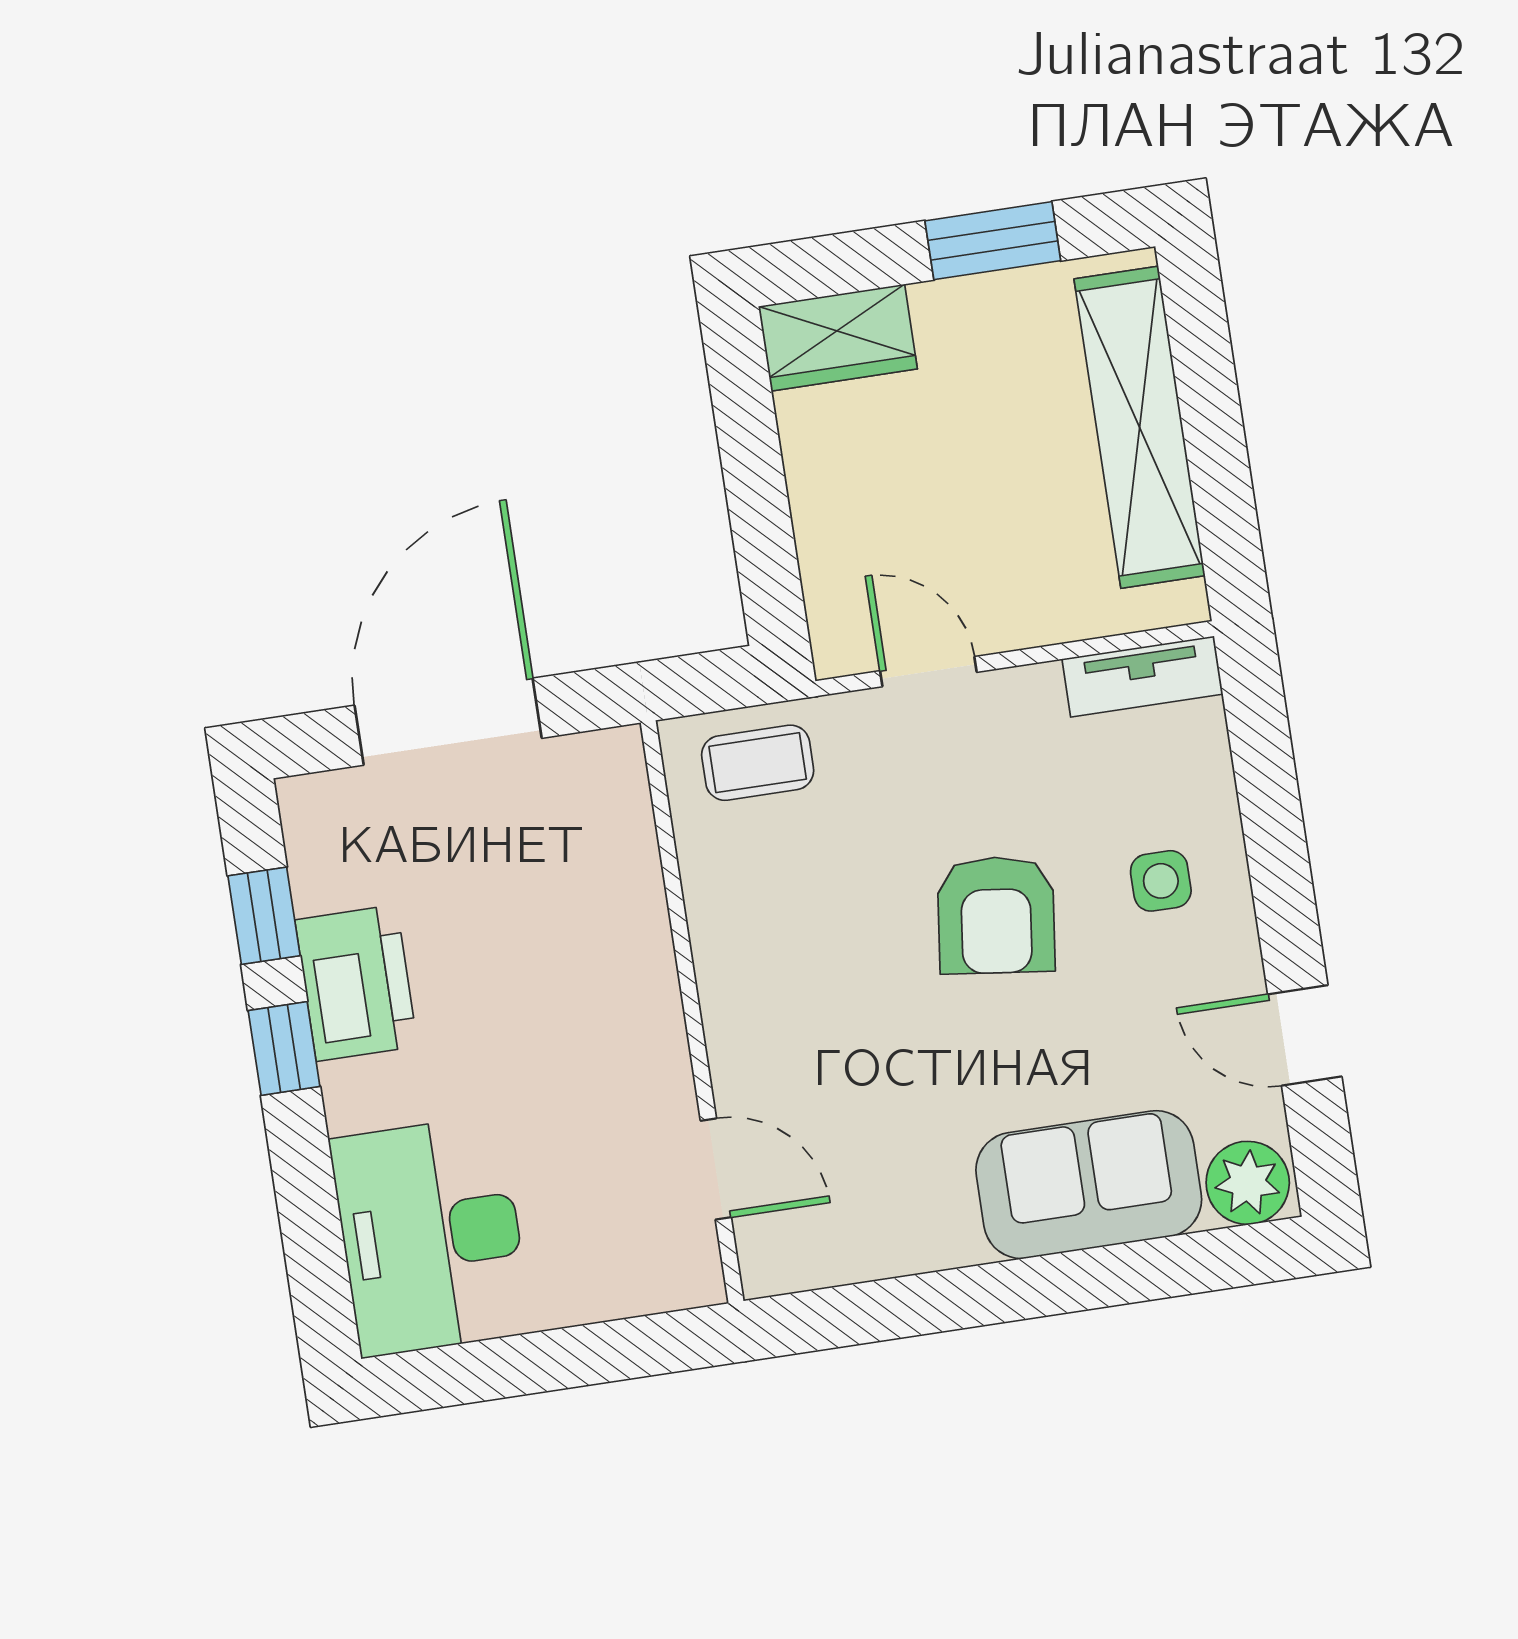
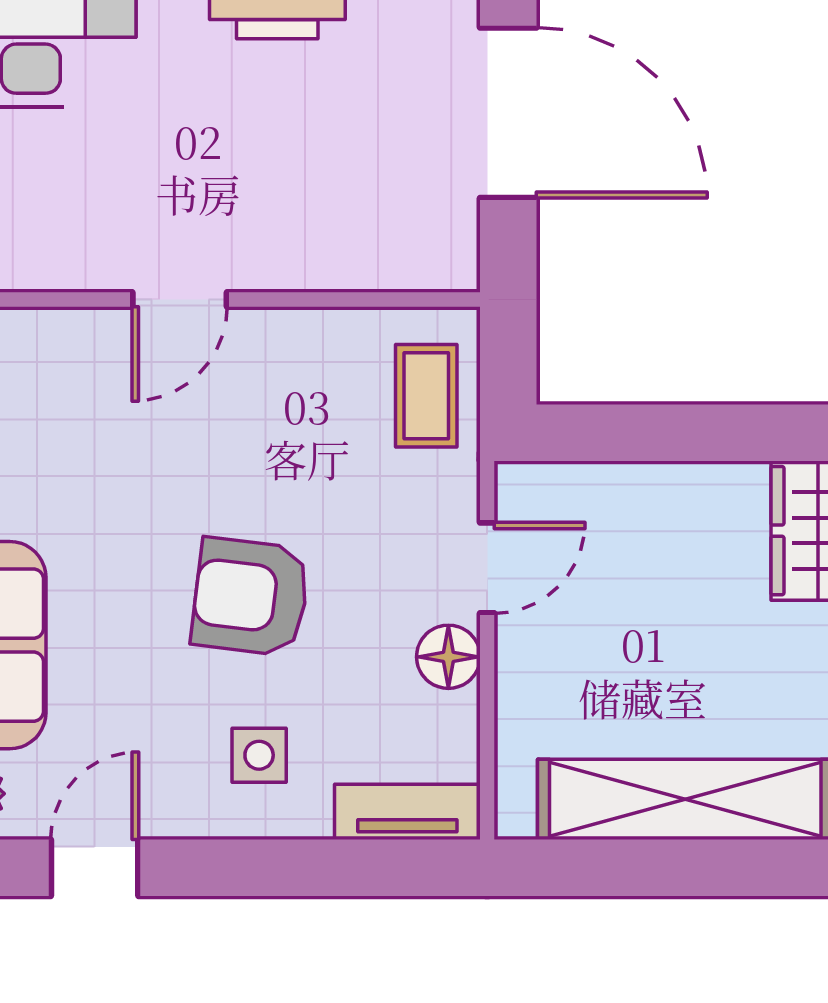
tv unit: (1142, 677) -> (407, 812), moved, turned 90
floor lamp: (1028, 698) -> (448, 657), added
door: (716, 1169) -> (180, 300), moved

